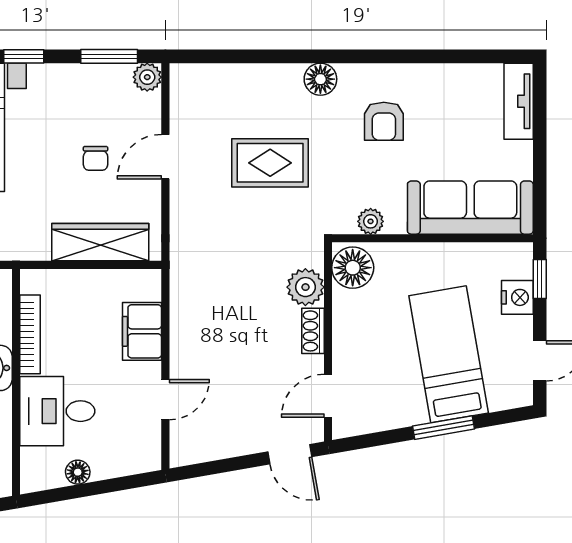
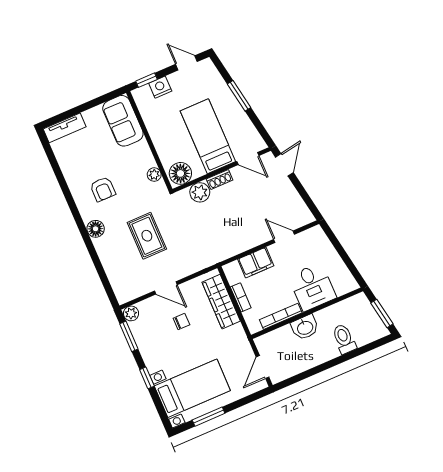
armchair: (384, 121) -> (103, 189), turned 90
sofa: (470, 208) -> (123, 121), width x0.73
bookcase: (93, 279) -> (241, 297), added
bed: (449, 354) -> (208, 136), moved, turned 100
floor lamp: (78, 472) -> (338, 264), removed

